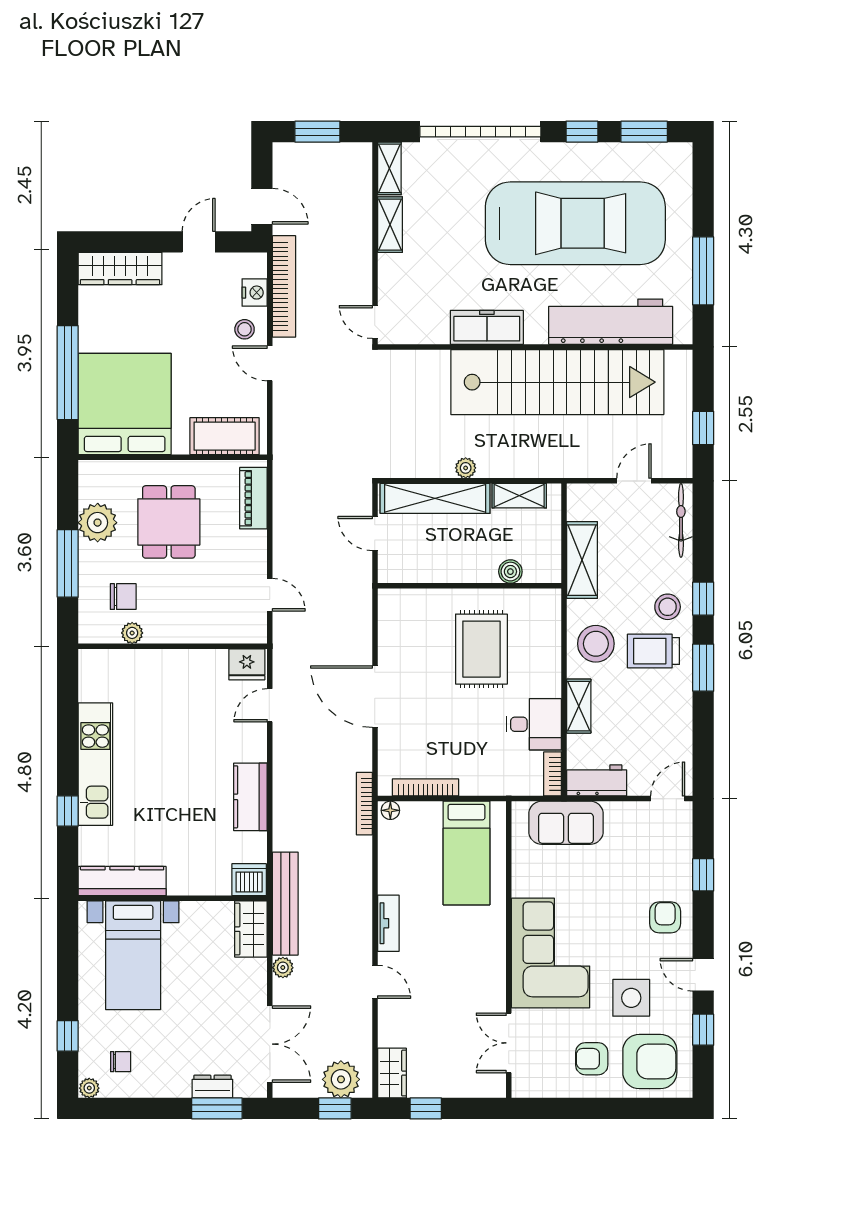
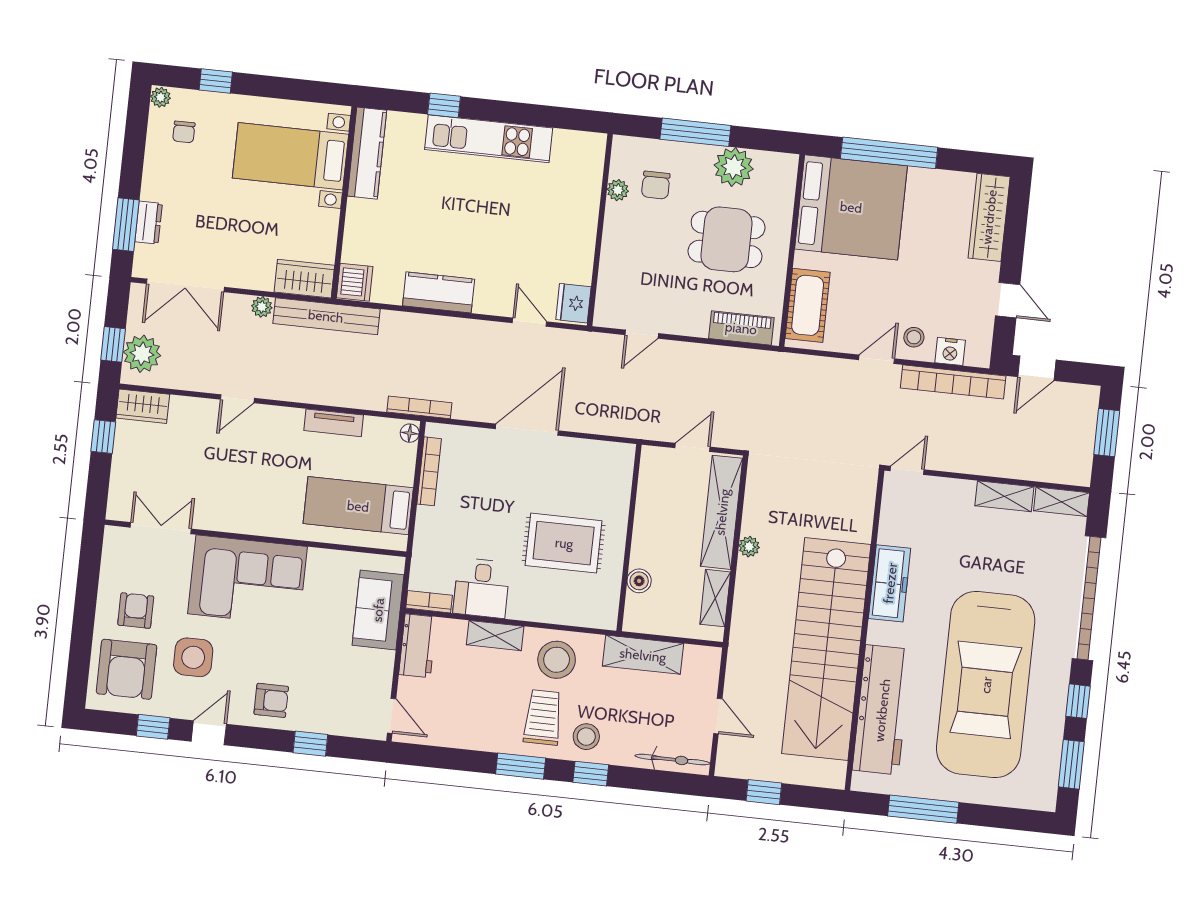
tv unit: (388, 923) -> (334, 423), moved

